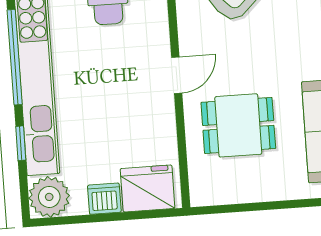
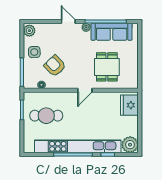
door: (177, 75) -> (85, 90), swing flipped
dishwasher: (104, 199) -> (132, 123), removed

